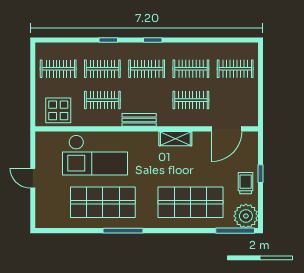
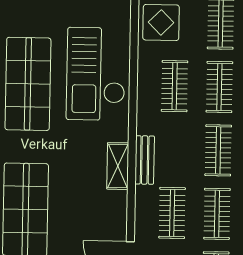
bench: (139, 120) -> (145, 160), moved
shelving: (175, 139) -> (118, 166), moved

